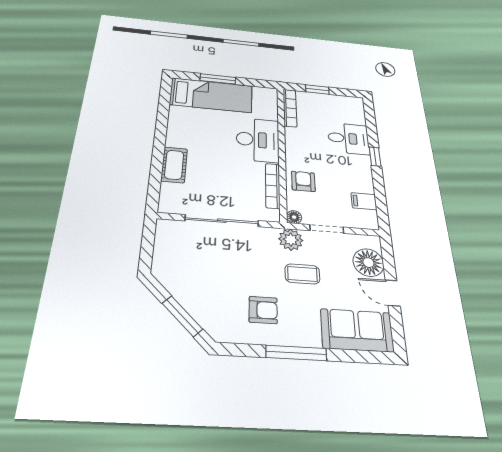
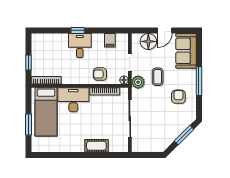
bed: (211, 95) -> (46, 112), moved, turned 180
desk: (348, 138) -> (80, 46), moved

